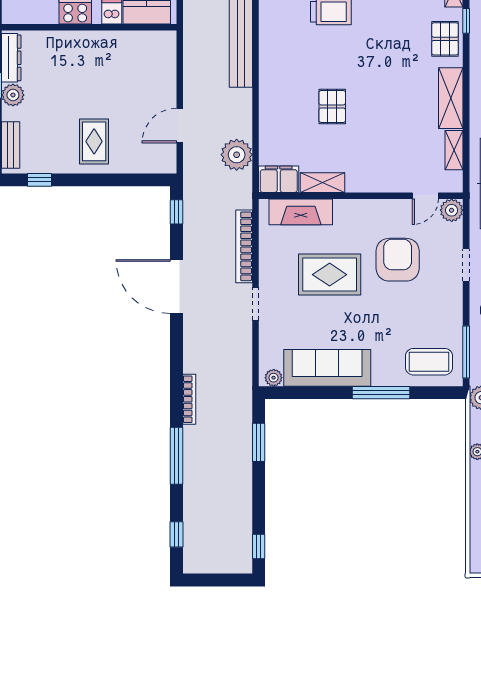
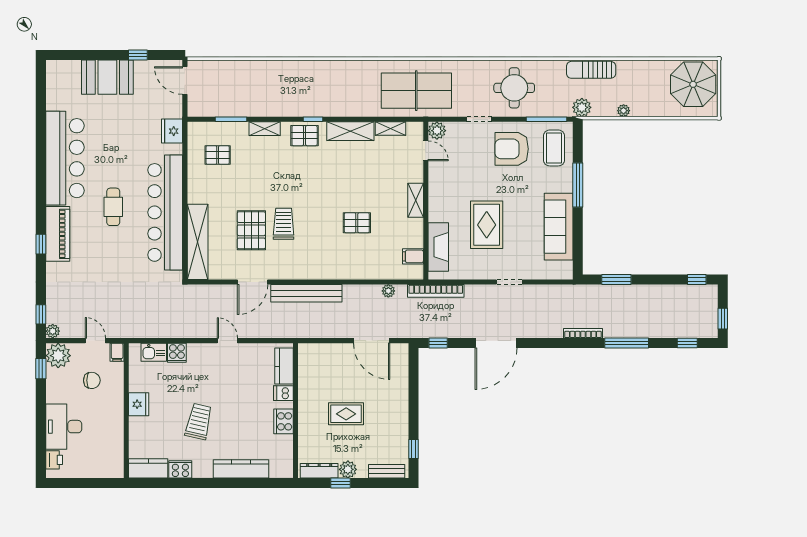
window: (466, 21) -> (313, 119), moved
door: (180, 126) -> (372, 341), width x1.36
rug: (94, 141) -> (346, 414), moved
plant: (237, 155) -> (388, 291), width x0.53, depth x0.53
filing cabinet: (279, 179) -> (413, 256), width x0.50
shelving: (322, 183) -> (416, 200), moved
bookcase: (244, 246) -> (436, 291), moved
armchair: (398, 260) -> (512, 149), moved
plant: (274, 378) -> (566, 268), removed
window: (208, 580) -> (723, 319), added

